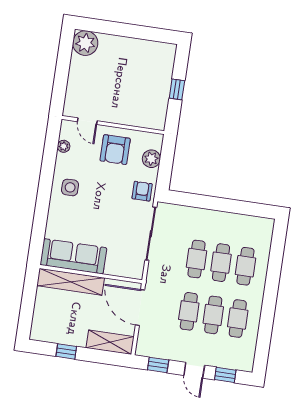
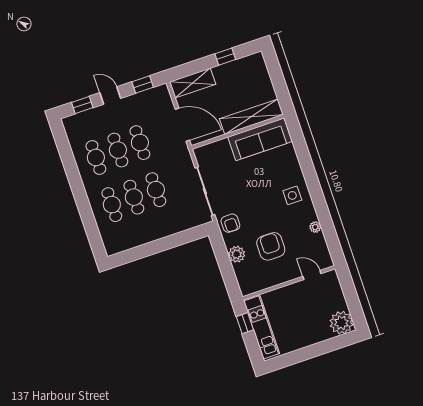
kitchen unit: (163, 77) -> (262, 327), added
door: (87, 121) -> (312, 275), moved
wall: (113, 125) -> (289, 283), moved

